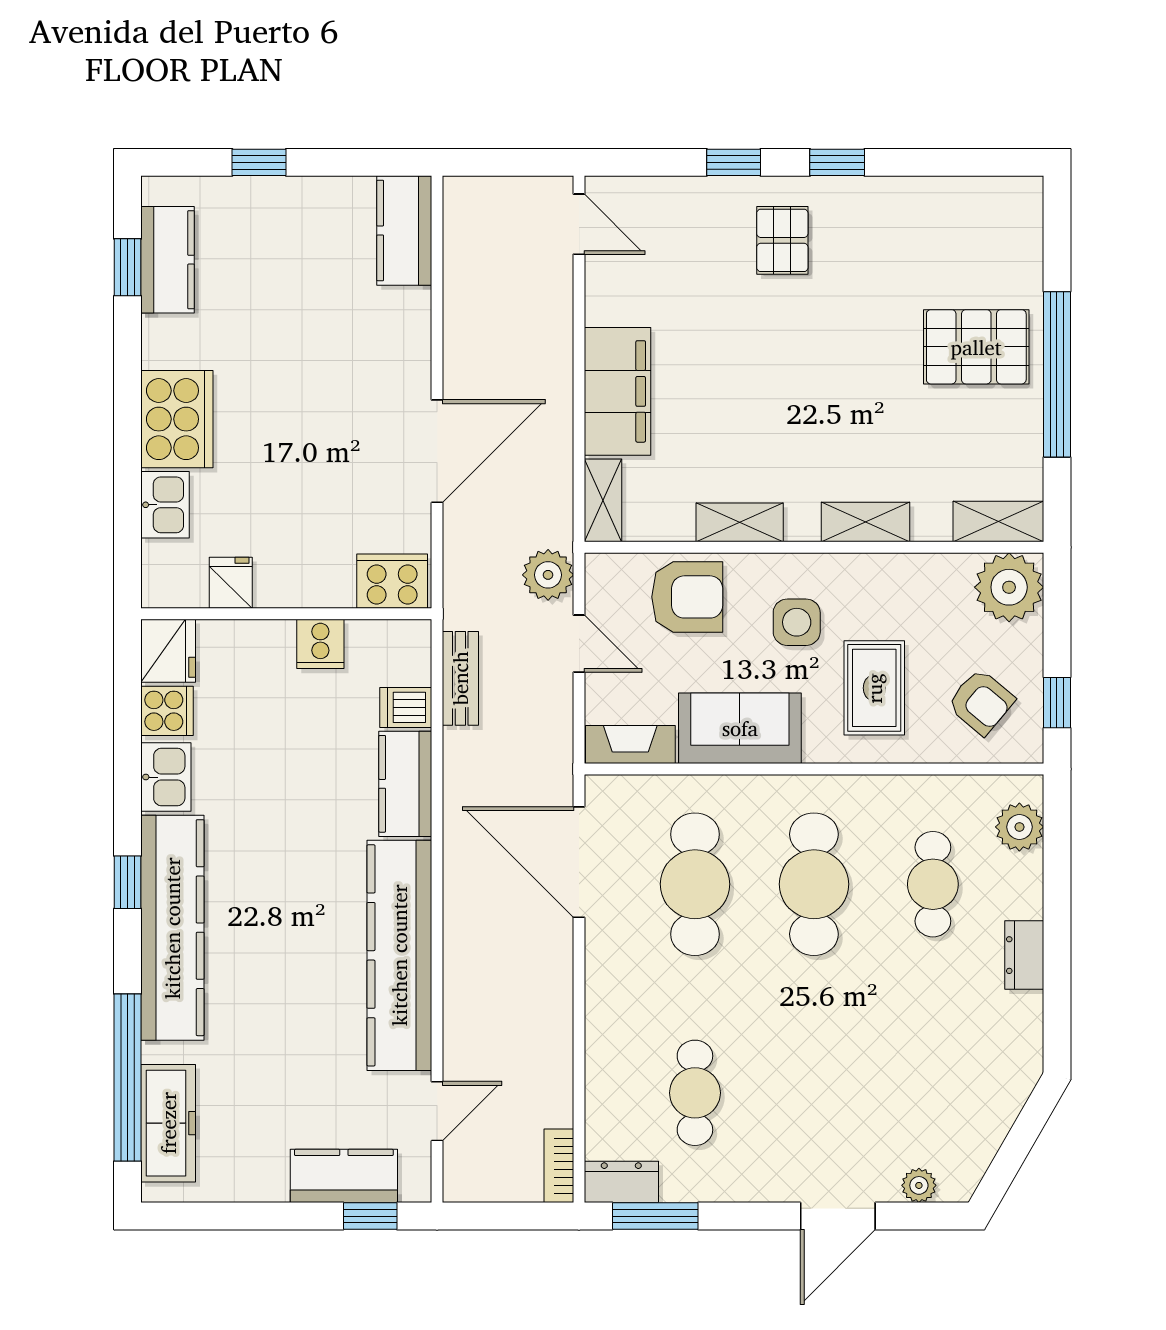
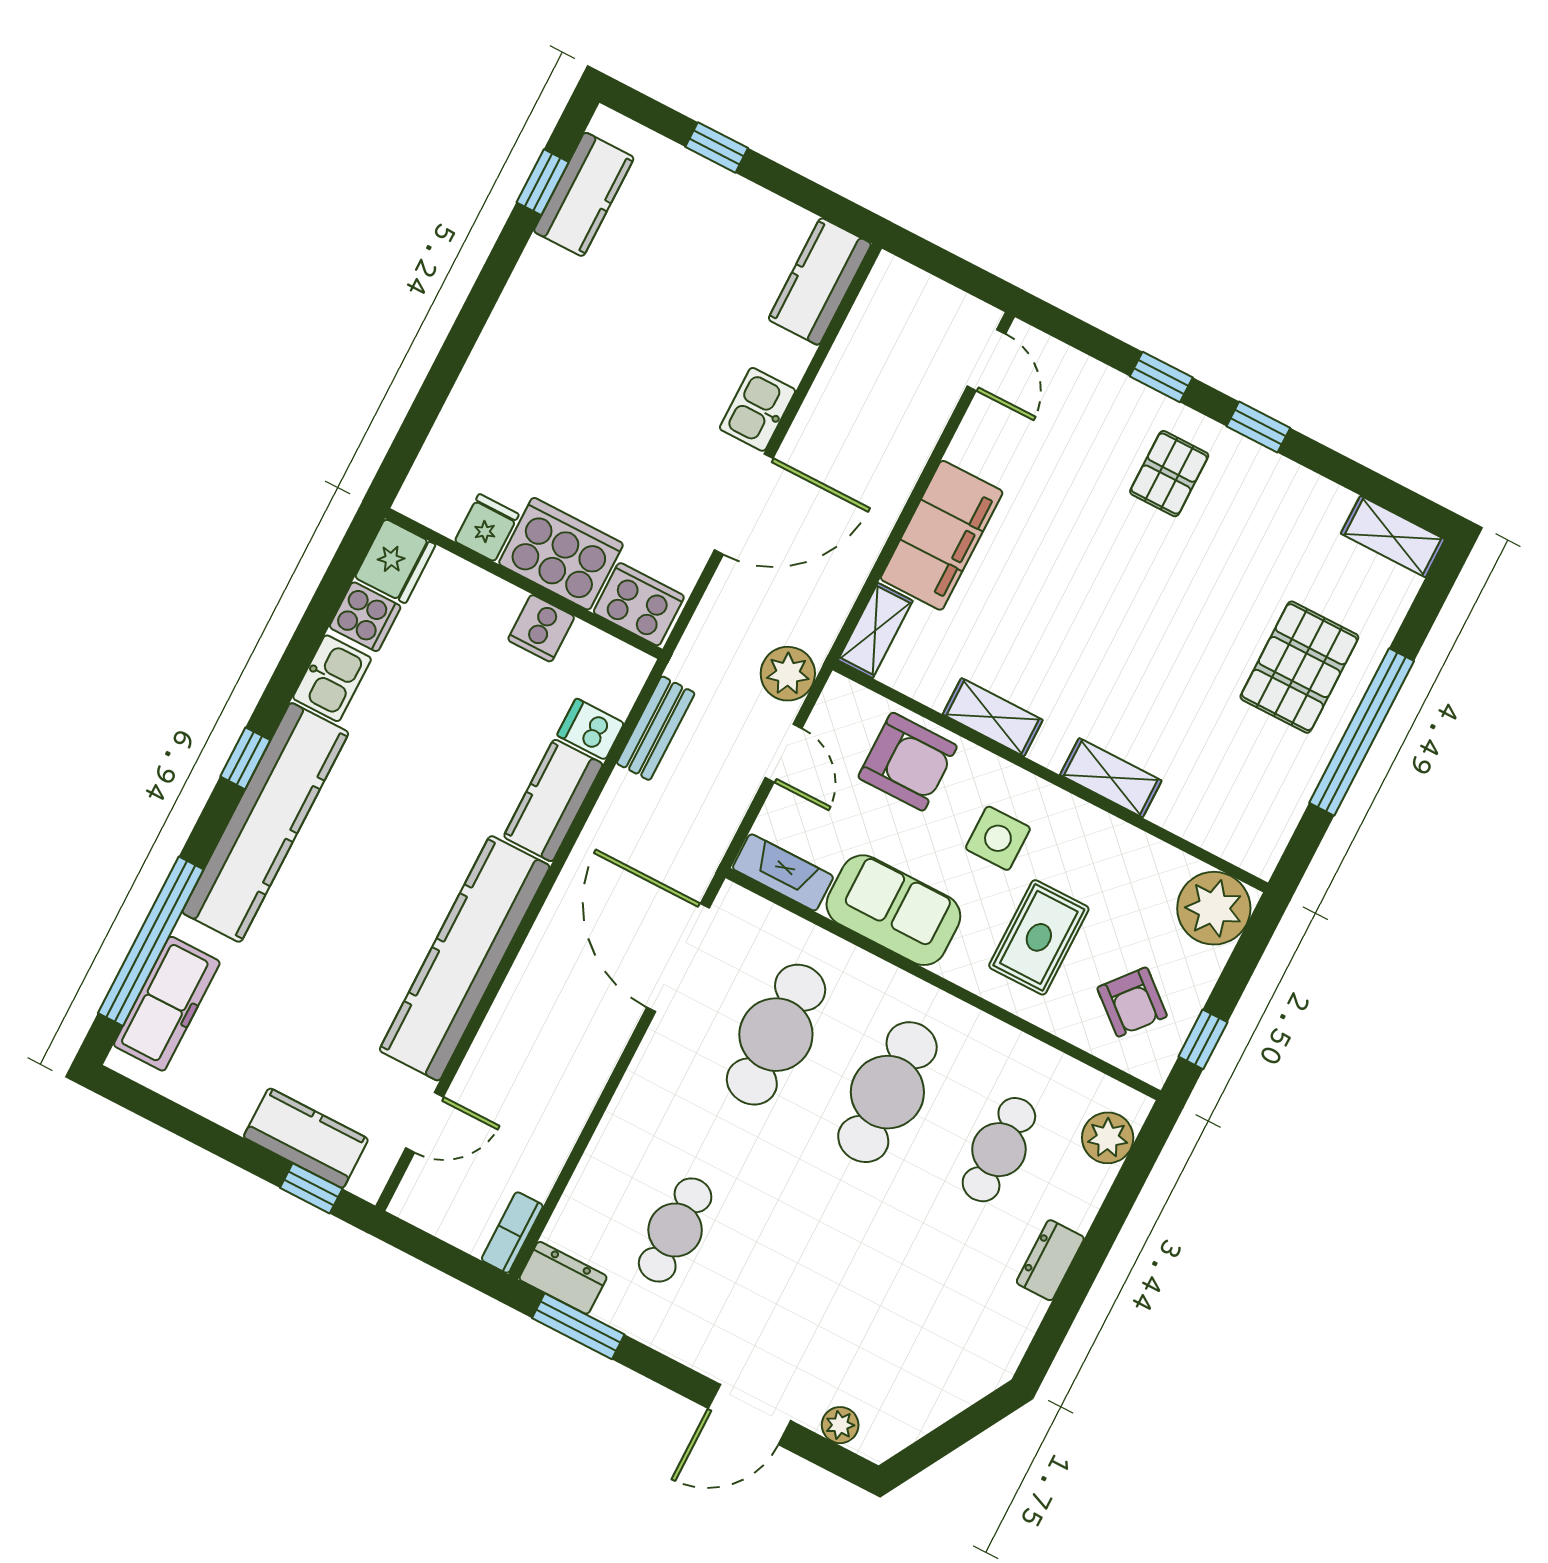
pallet: (976, 347) -> (1299, 667), turned 90
cooker: (177, 419) -> (561, 554), moved, turned -90
kitchen sink: (165, 505) -> (758, 409), moved, turned 180
shelving: (998, 522) -> (1393, 537), moved

